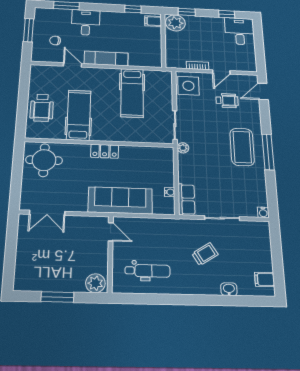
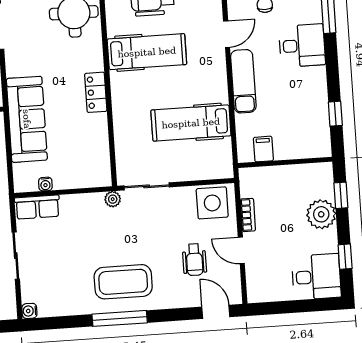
filing cabinet: (153, 21) -> (263, 149), moved
plant: (175, 23) -> (321, 214), moved

